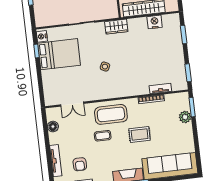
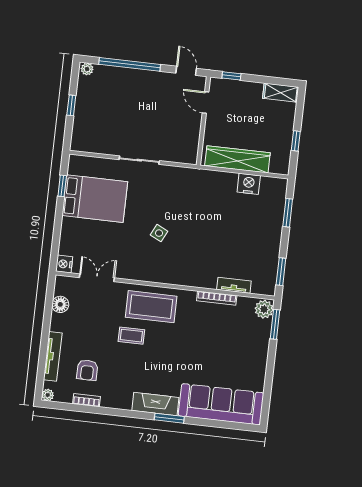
wardrobe: (116, 27) -> (190, 177), removed
nightstand: (42, 36) -> (64, 264), moved
double door: (72, 104) -> (97, 278), swing flipped
plant: (185, 117) -> (264, 309), moved
rug: (140, 134) -> (187, 347), removed

